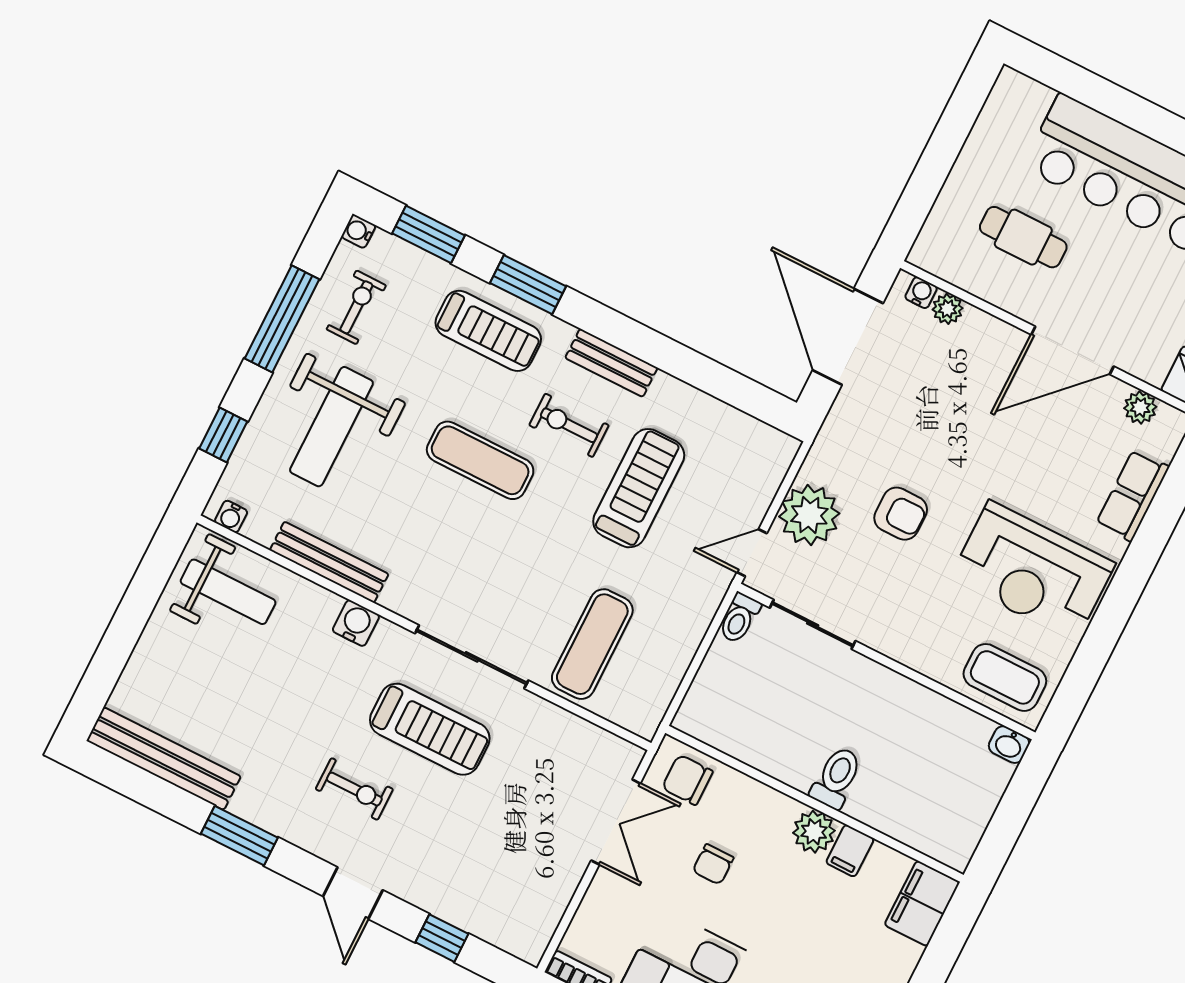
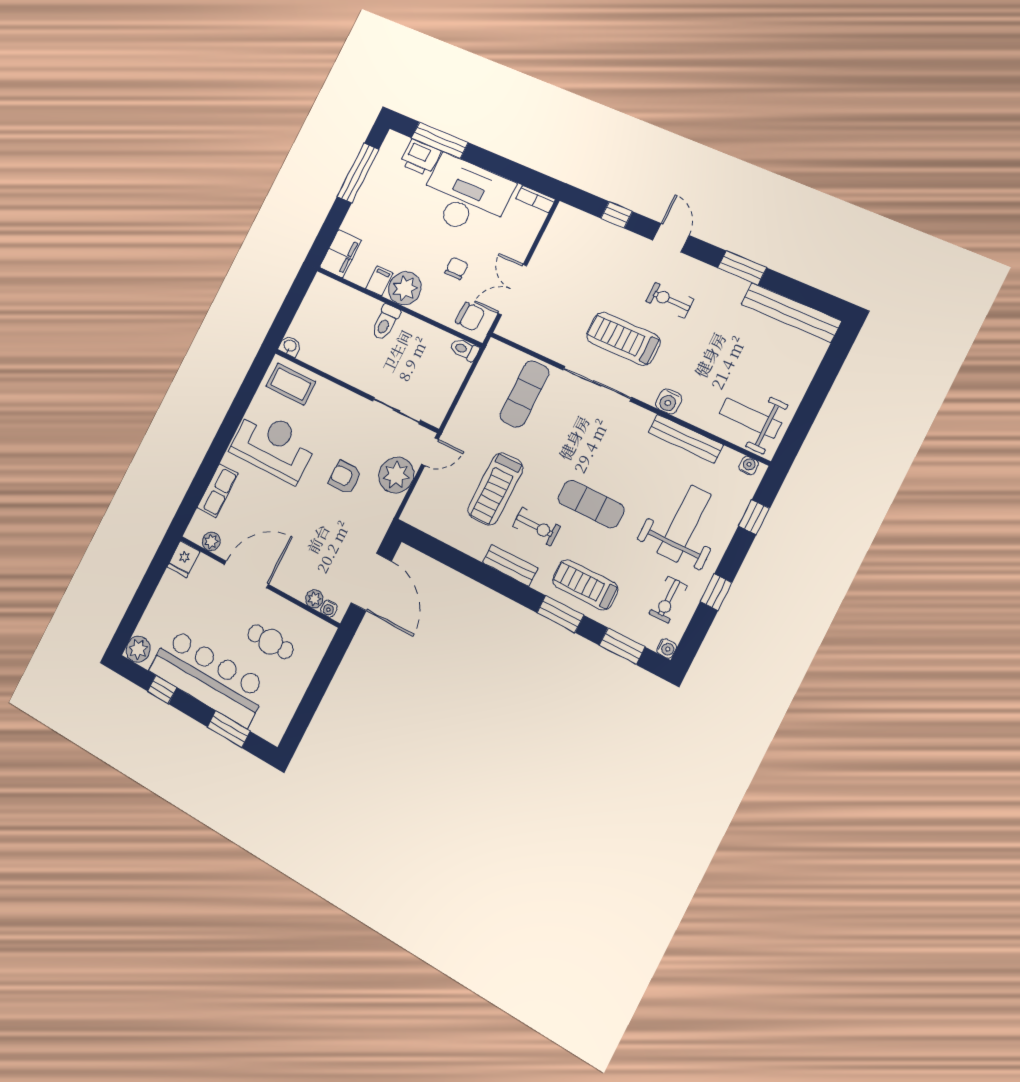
window: (1093, 91) -> (229, 729), added
window: (282, 319) -> (716, 592), width x0.46
toilet: (739, 618) -> (464, 350), moved, turned -90
plant: (814, 832) -> (405, 288), width x1.36, depth x1.36

